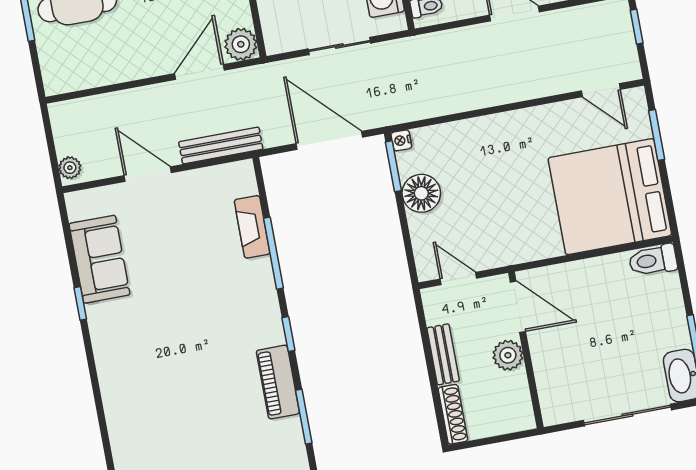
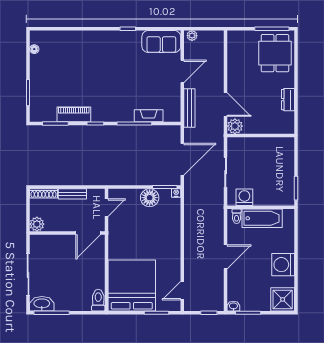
sofa: (99, 259) -> (161, 41), moved
plant: (508, 355) -> (37, 224), moved

